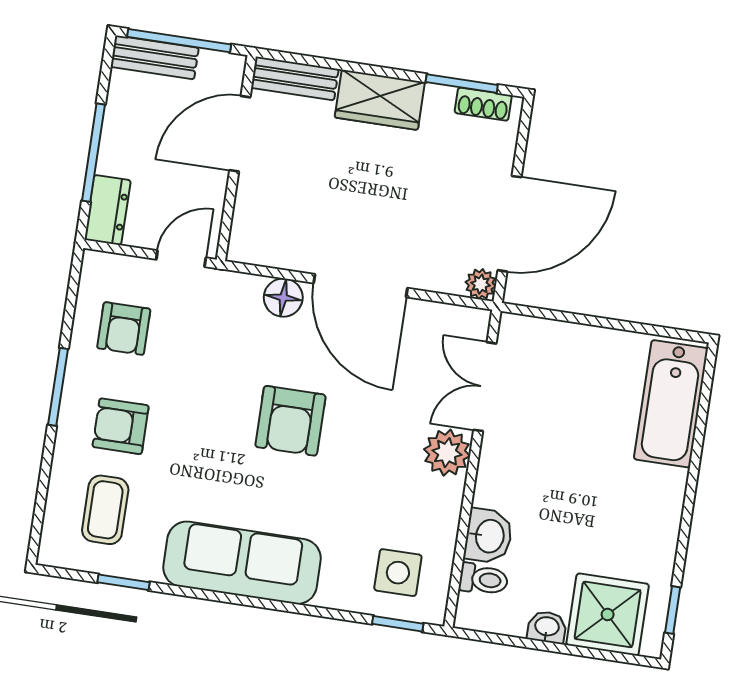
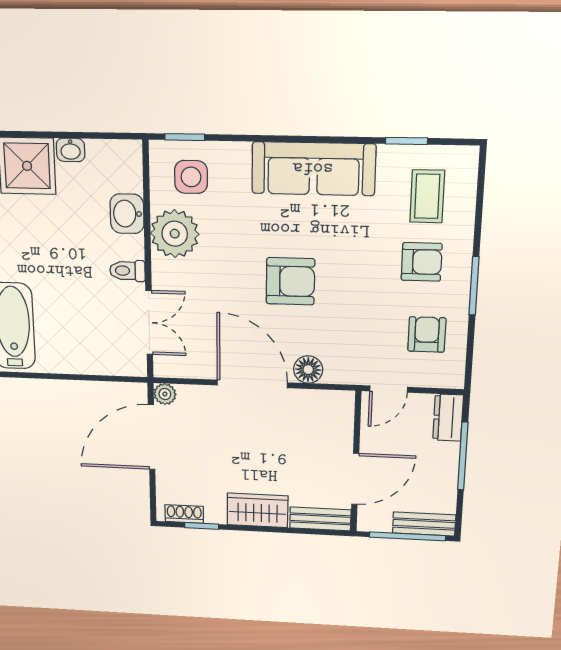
window: (462, 83) -> (202, 526), width x0.67
armchair: (290, 421) -> (290, 281), turned 90
plant: (447, 453) -> (175, 234), moved, width x1.36, depth x1.36
toilet: (484, 579) -> (127, 271), moved

